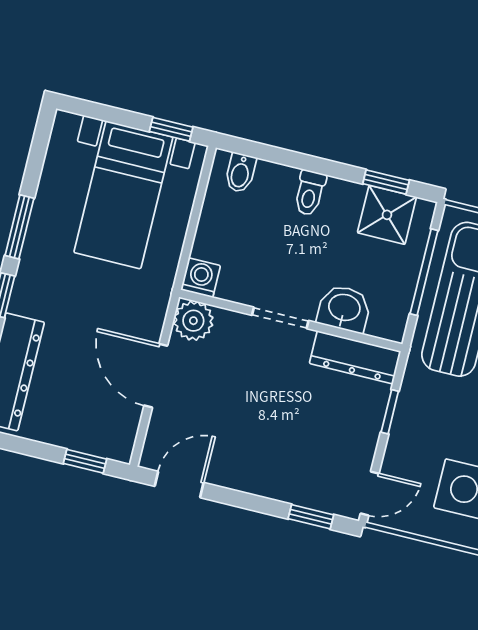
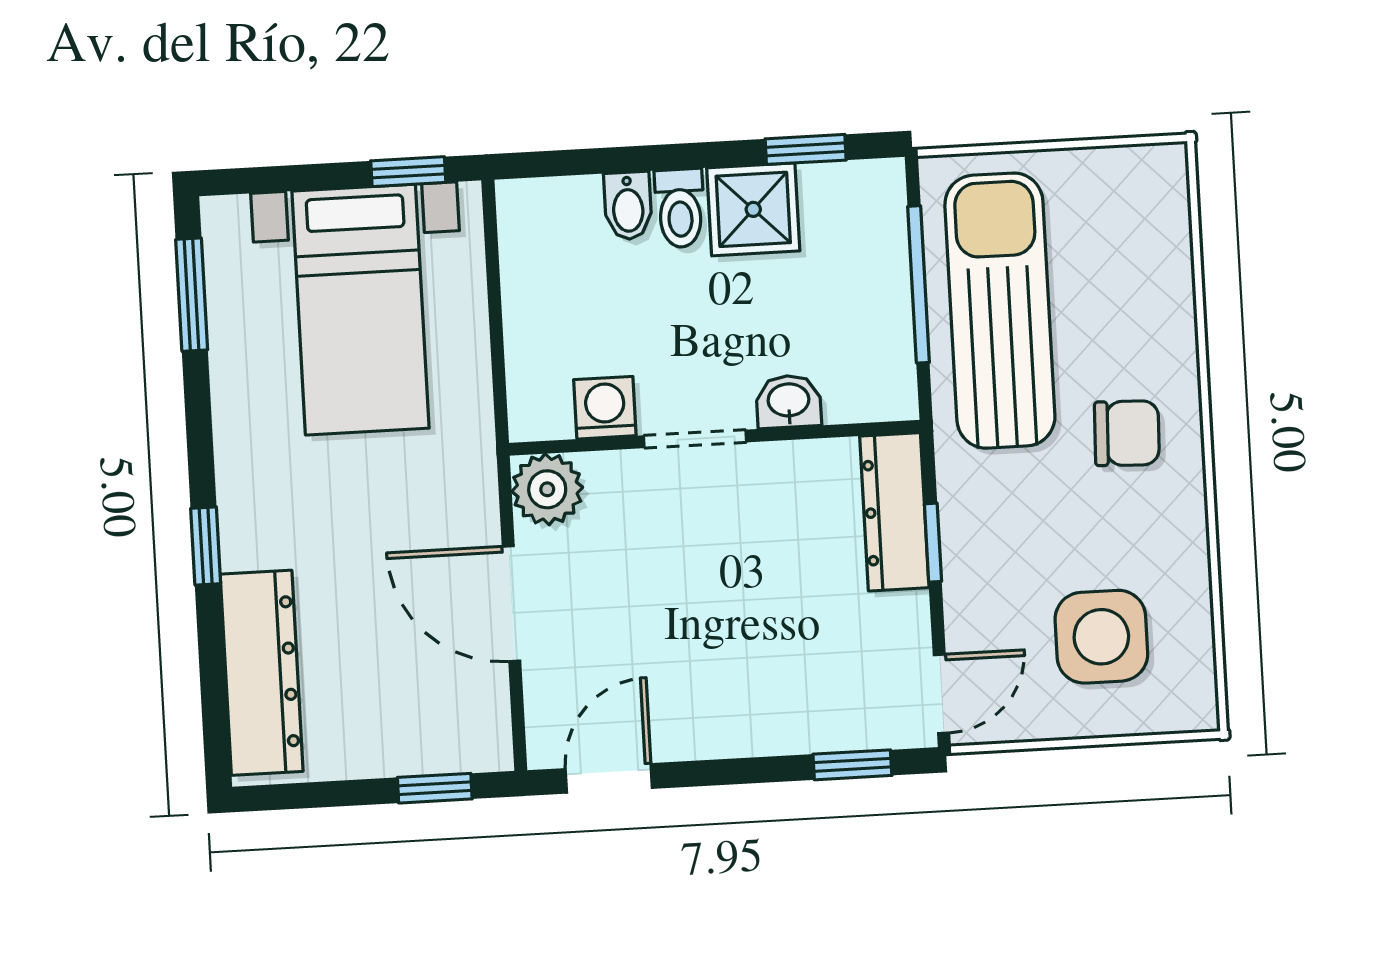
bidet: (240, 173) -> (628, 206), moved
shower: (387, 215) -> (753, 209), moved
window: (19, 227) -> (192, 295), moved
washing machine: (201, 278) -> (605, 408), moved
washbasin: (344, 309) -> (789, 401), width x0.72, depth x0.69
dresser: (355, 357) -> (894, 512), moved, turned 90

